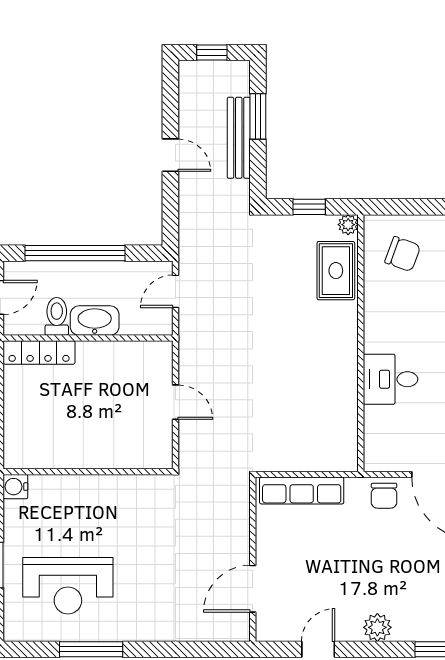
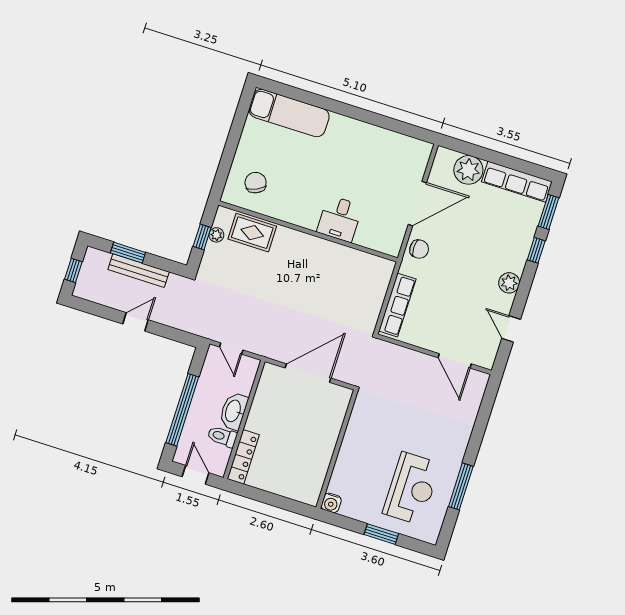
plant: (348, 225) -> (216, 235), moved
chair: (403, 254) -> (256, 183), turned -44
door: (176, 402) -> (308, 373), width x1.88

